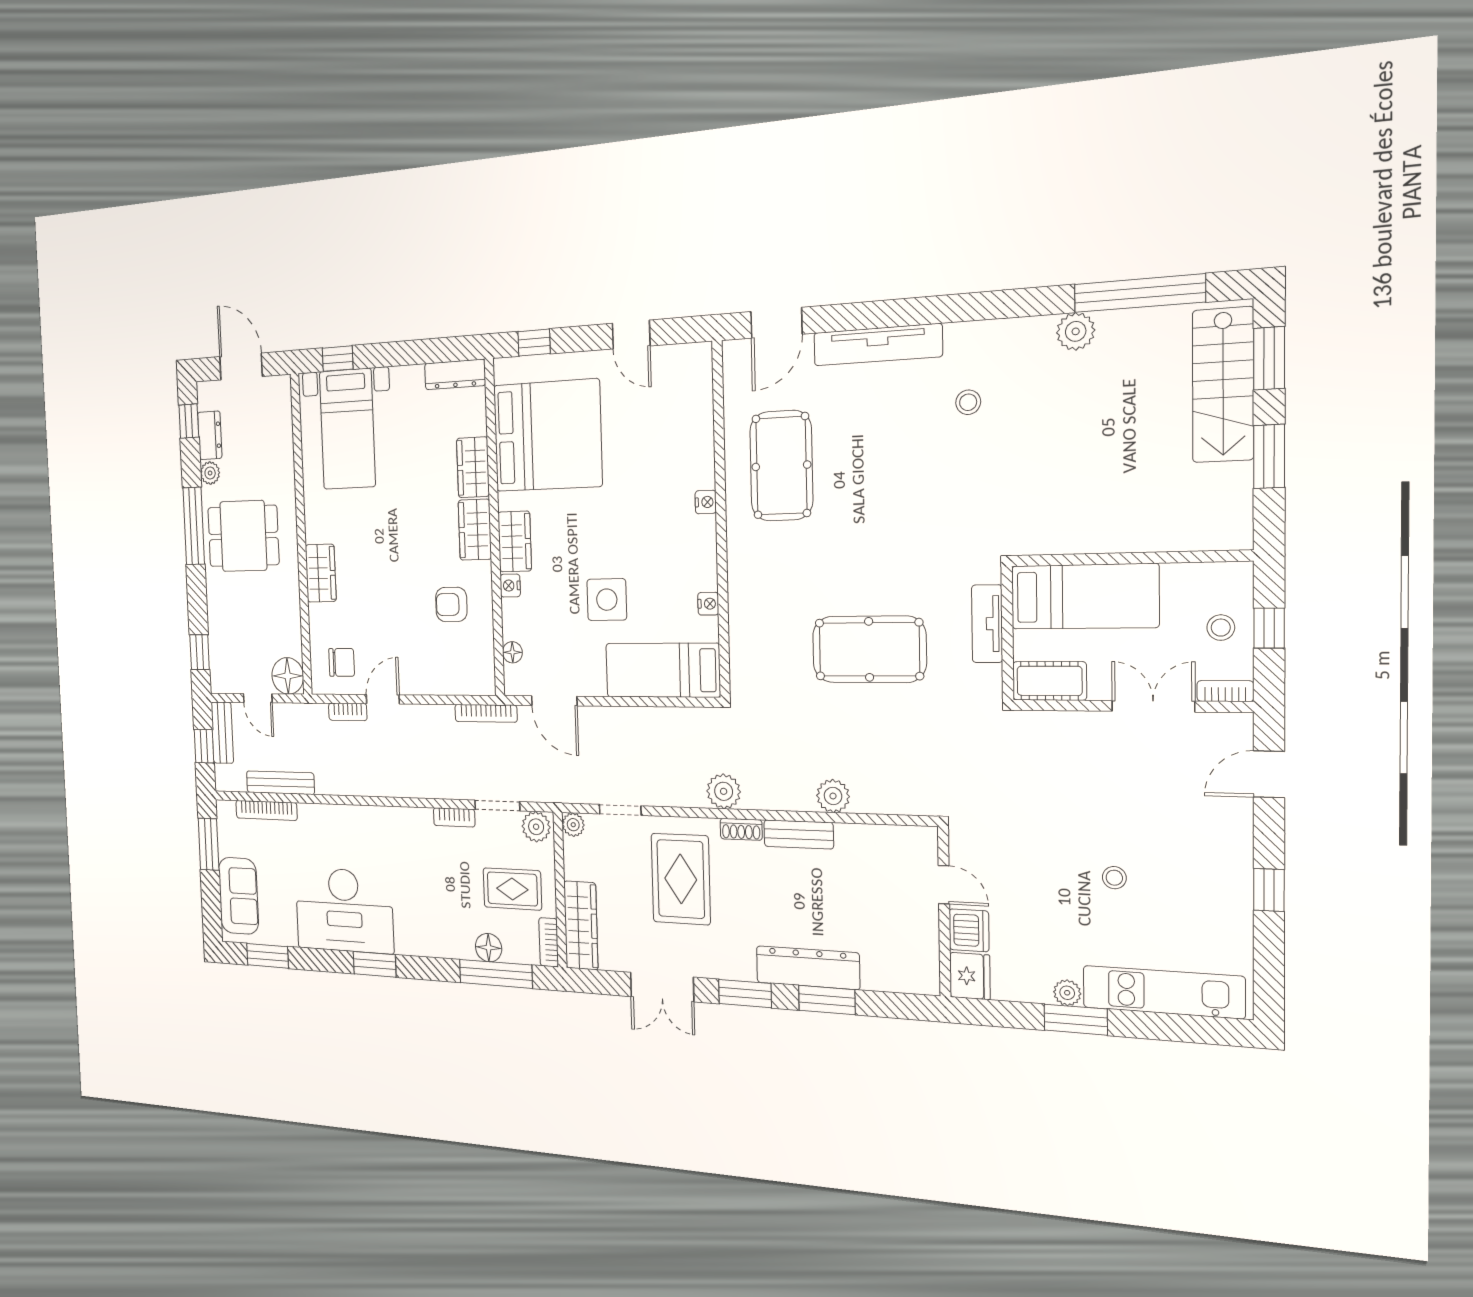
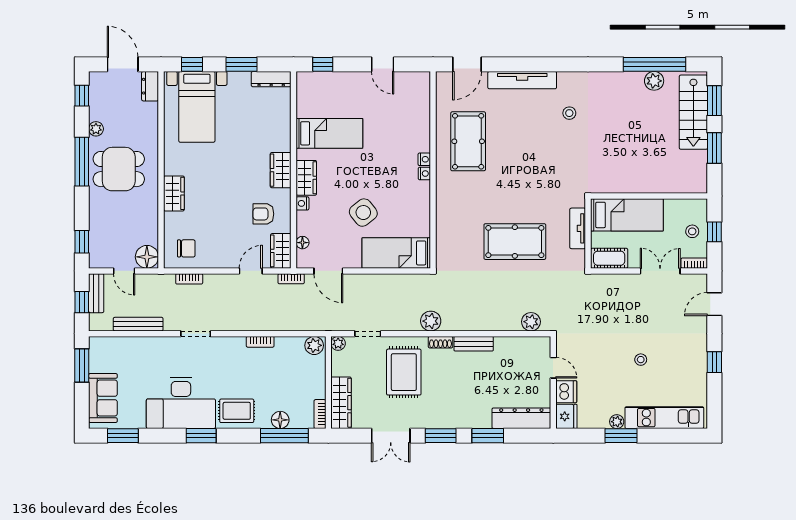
plant: (1076, 331) -> (654, 81), moved
window: (410, 353) -> (241, 64), added
dresser: (210, 435) -> (150, 86), moved, turned 180
bed: (548, 436) -> (329, 133), width x0.49
wardrobe: (473, 467) -> (281, 251), moved
side table: (607, 600) -> (363, 213), turned -38
nightstand: (708, 604) -> (424, 174), moved
door: (383, 699) -> (251, 271), moved
bookcase: (486, 713) -> (291, 279), width x0.64
plant: (833, 796) -> (531, 322), moved
doorway: (497, 805) -> (196, 334), moved
bookcase: (266, 810) -> (127, 342), removed
rug: (512, 889) -> (237, 411), moved
dresser: (808, 968) -> (521, 418), moved

